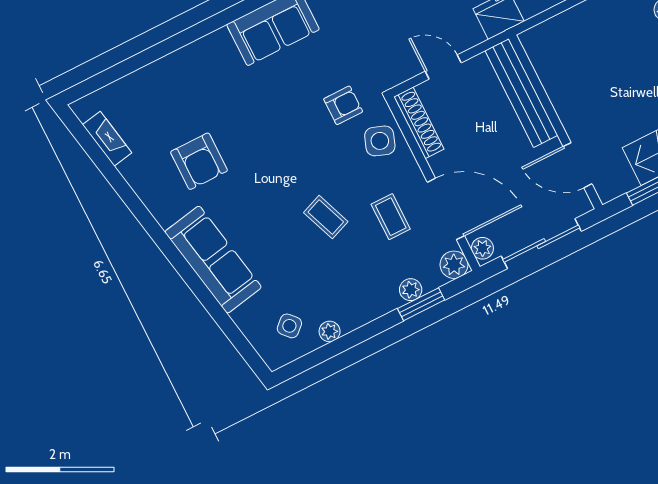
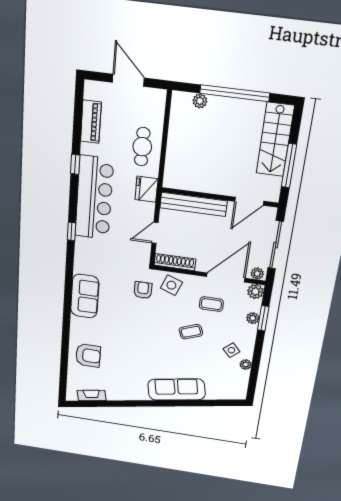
armchair: (199, 161) -> (88, 355), moved
side table: (289, 326) -> (231, 350), moved

